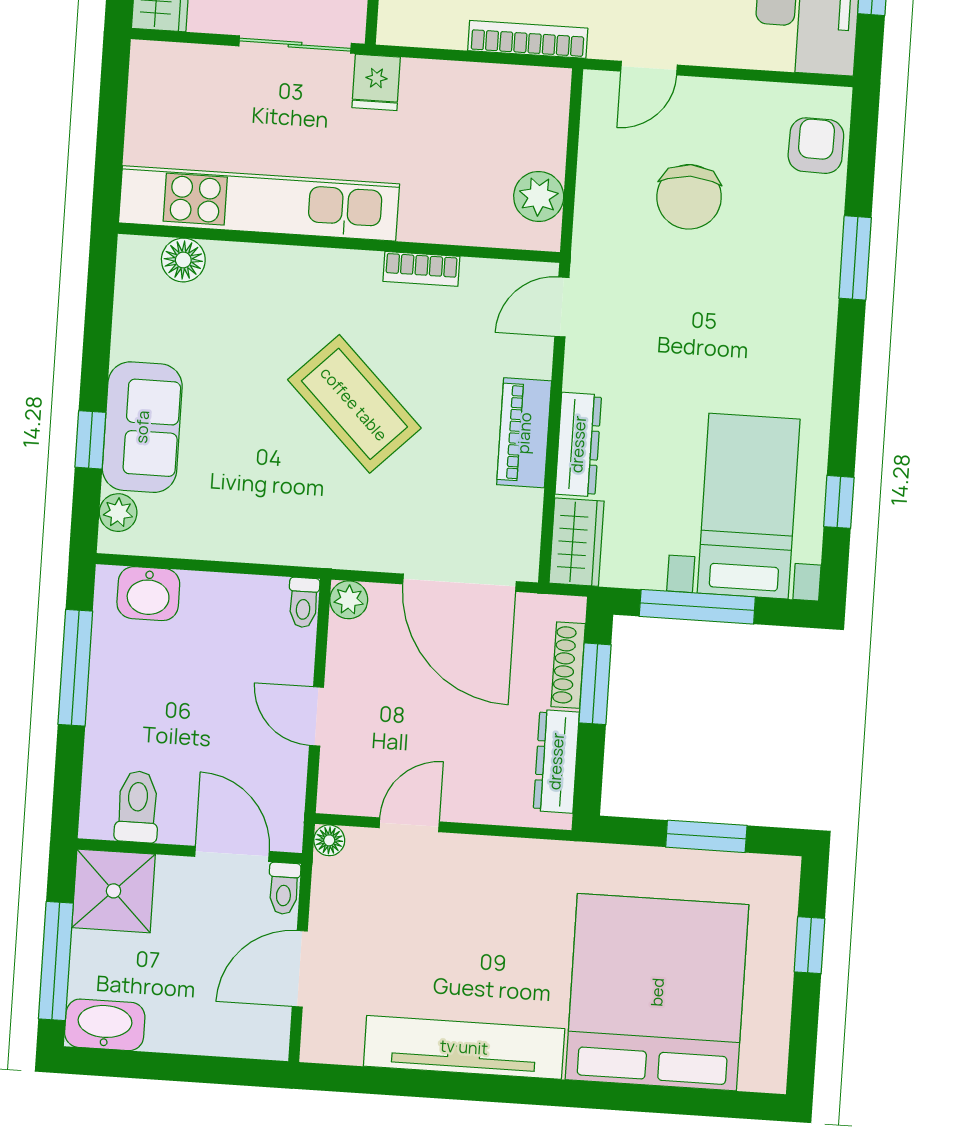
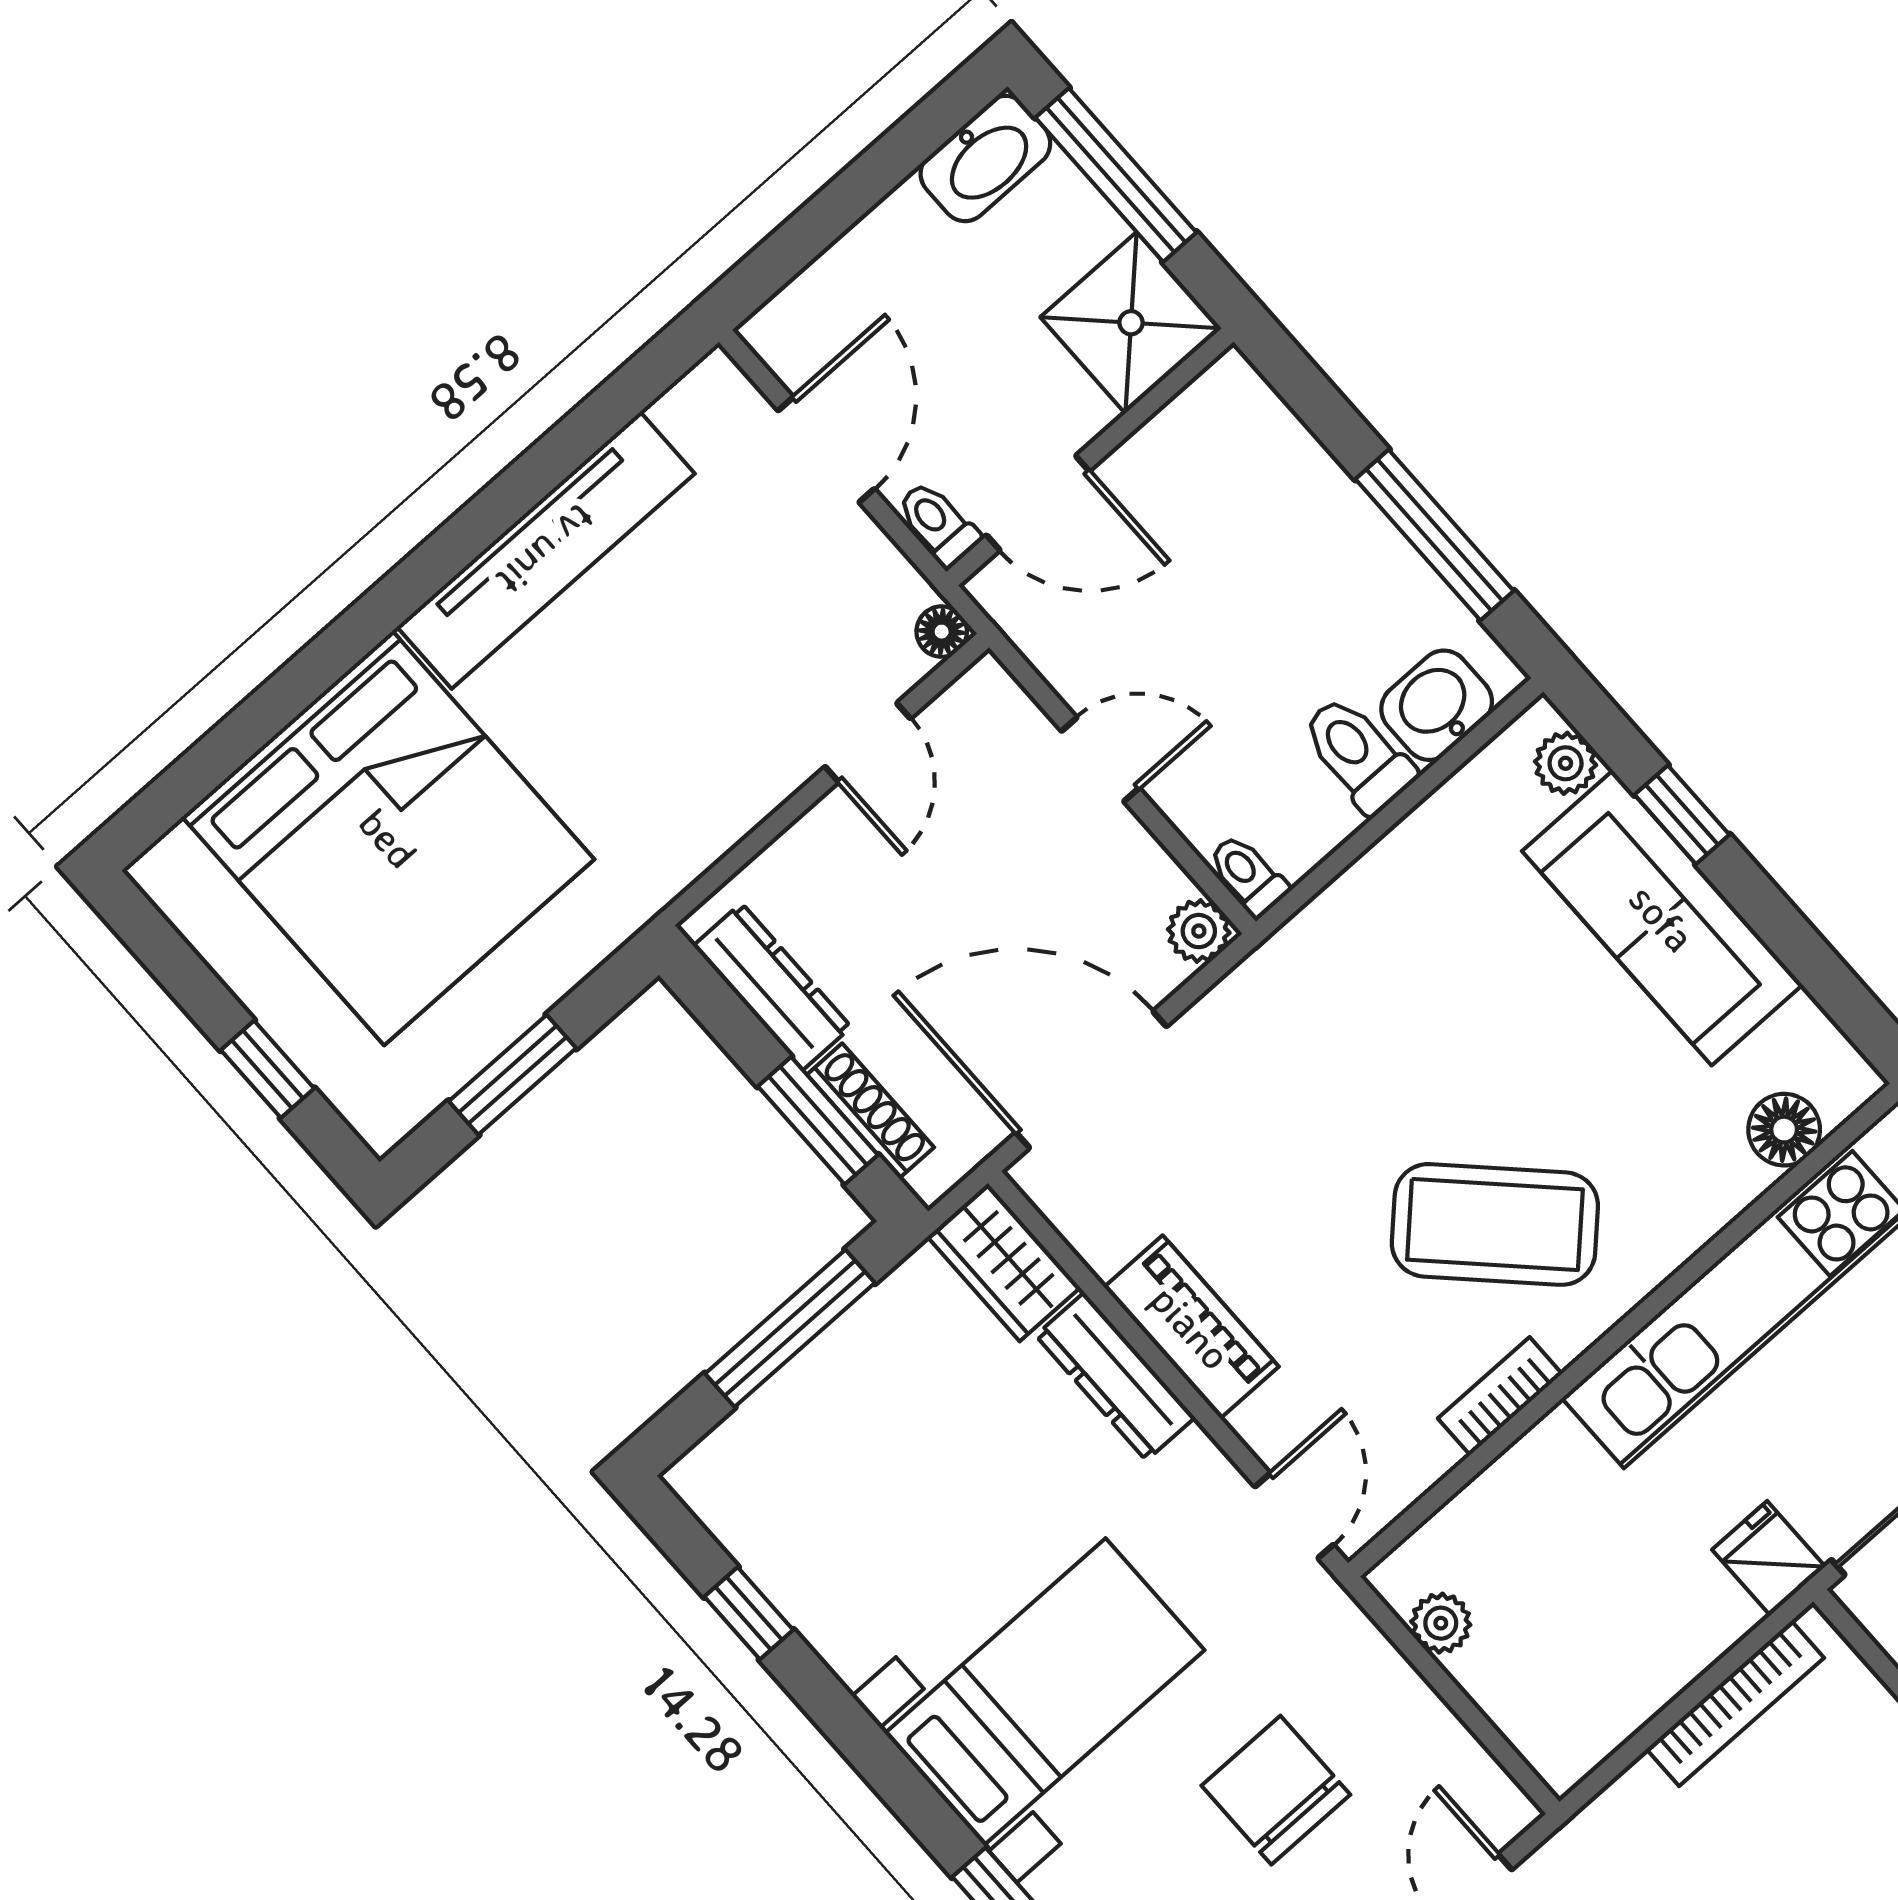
bookcase: (528, 39) -> (1735, 1703), moved
plant: (539, 196) -> (1441, 1623), width x0.73, depth x0.73
coffee table: (354, 404) -> (1495, 1224), moved
sofa: (142, 427) -> (1662, 918), width x1.36
bed with nightstands: (749, 506) -> (1045, 1692), moved, turned -90
toilet: (137, 807) -> (1358, 754), moved, turned 180

